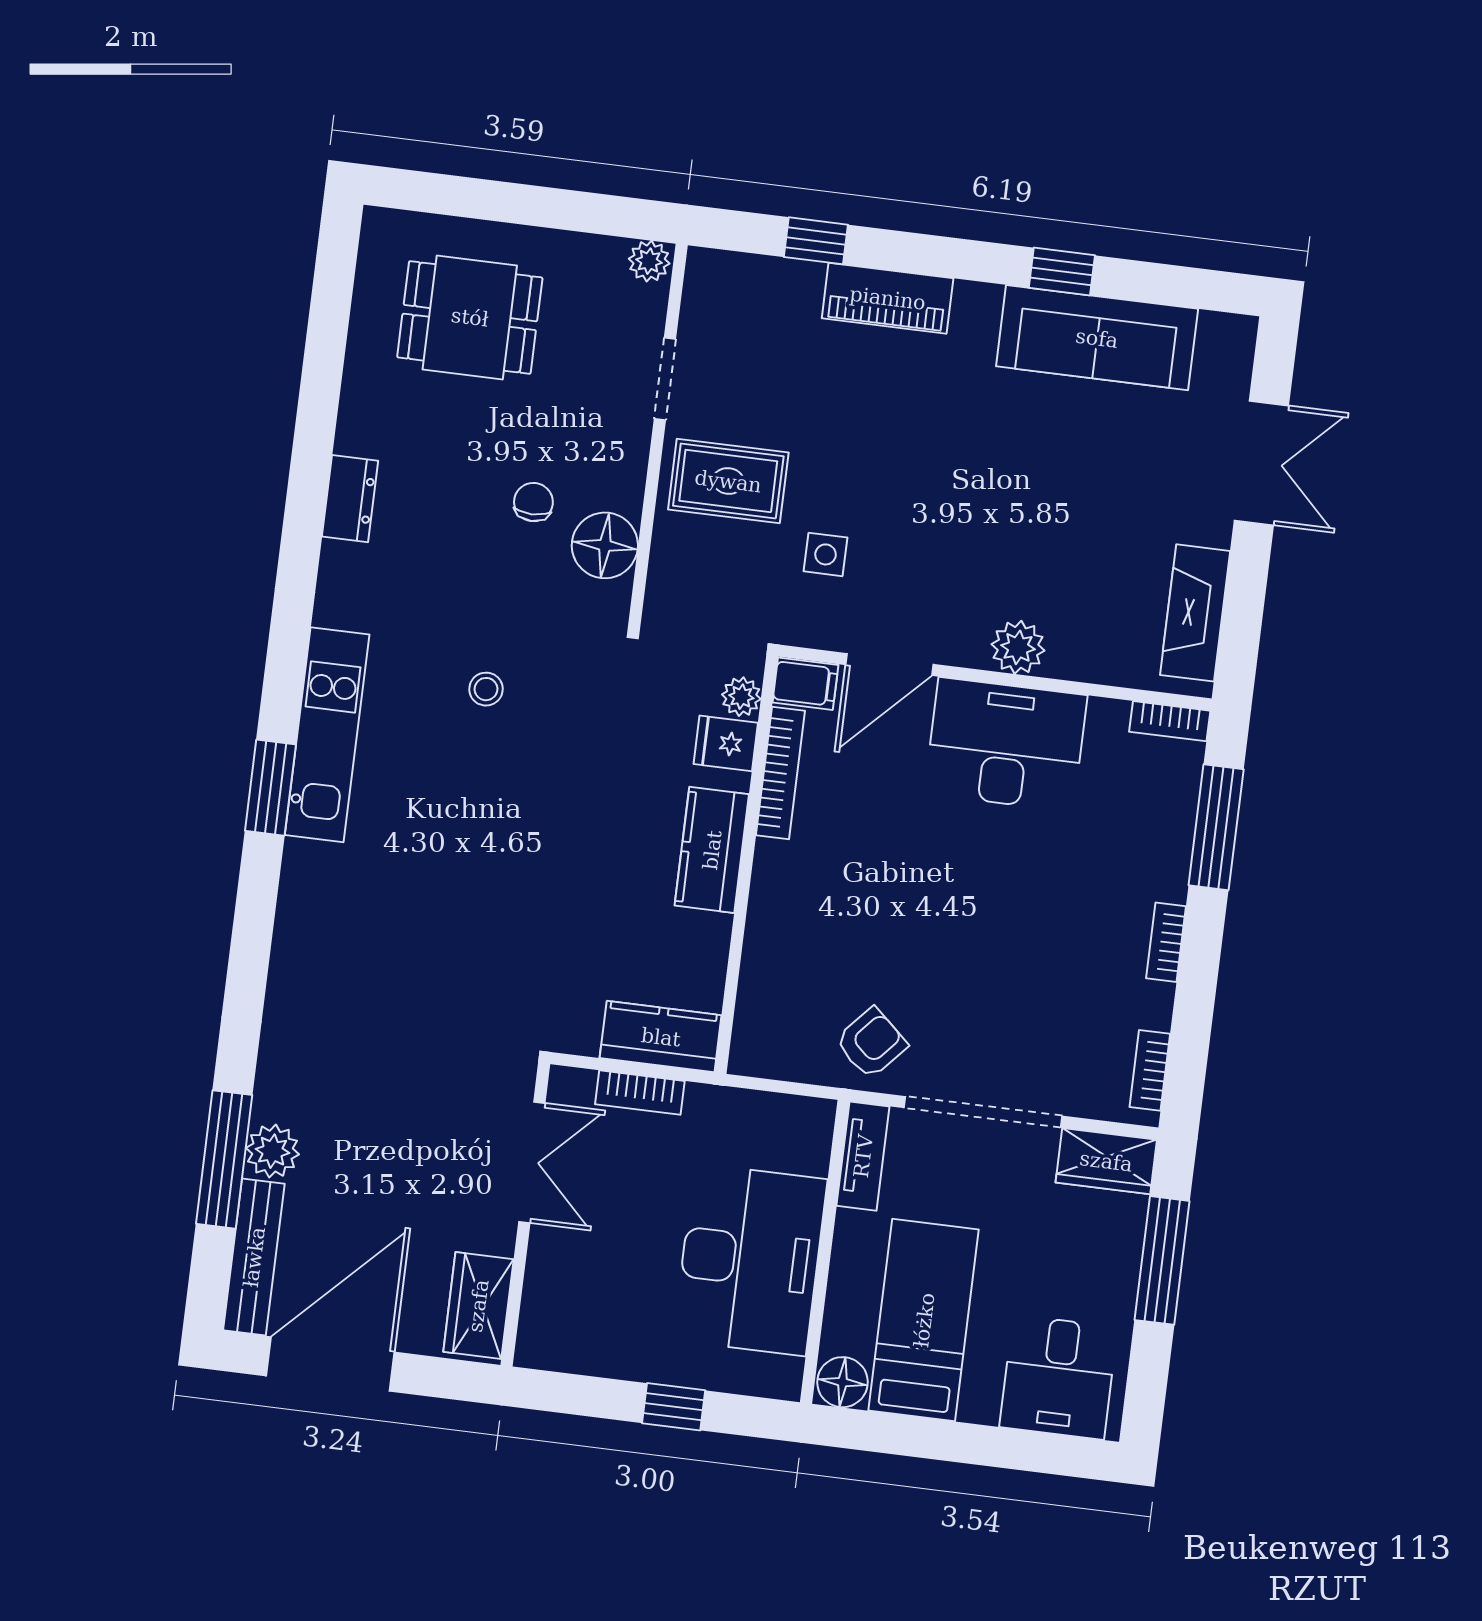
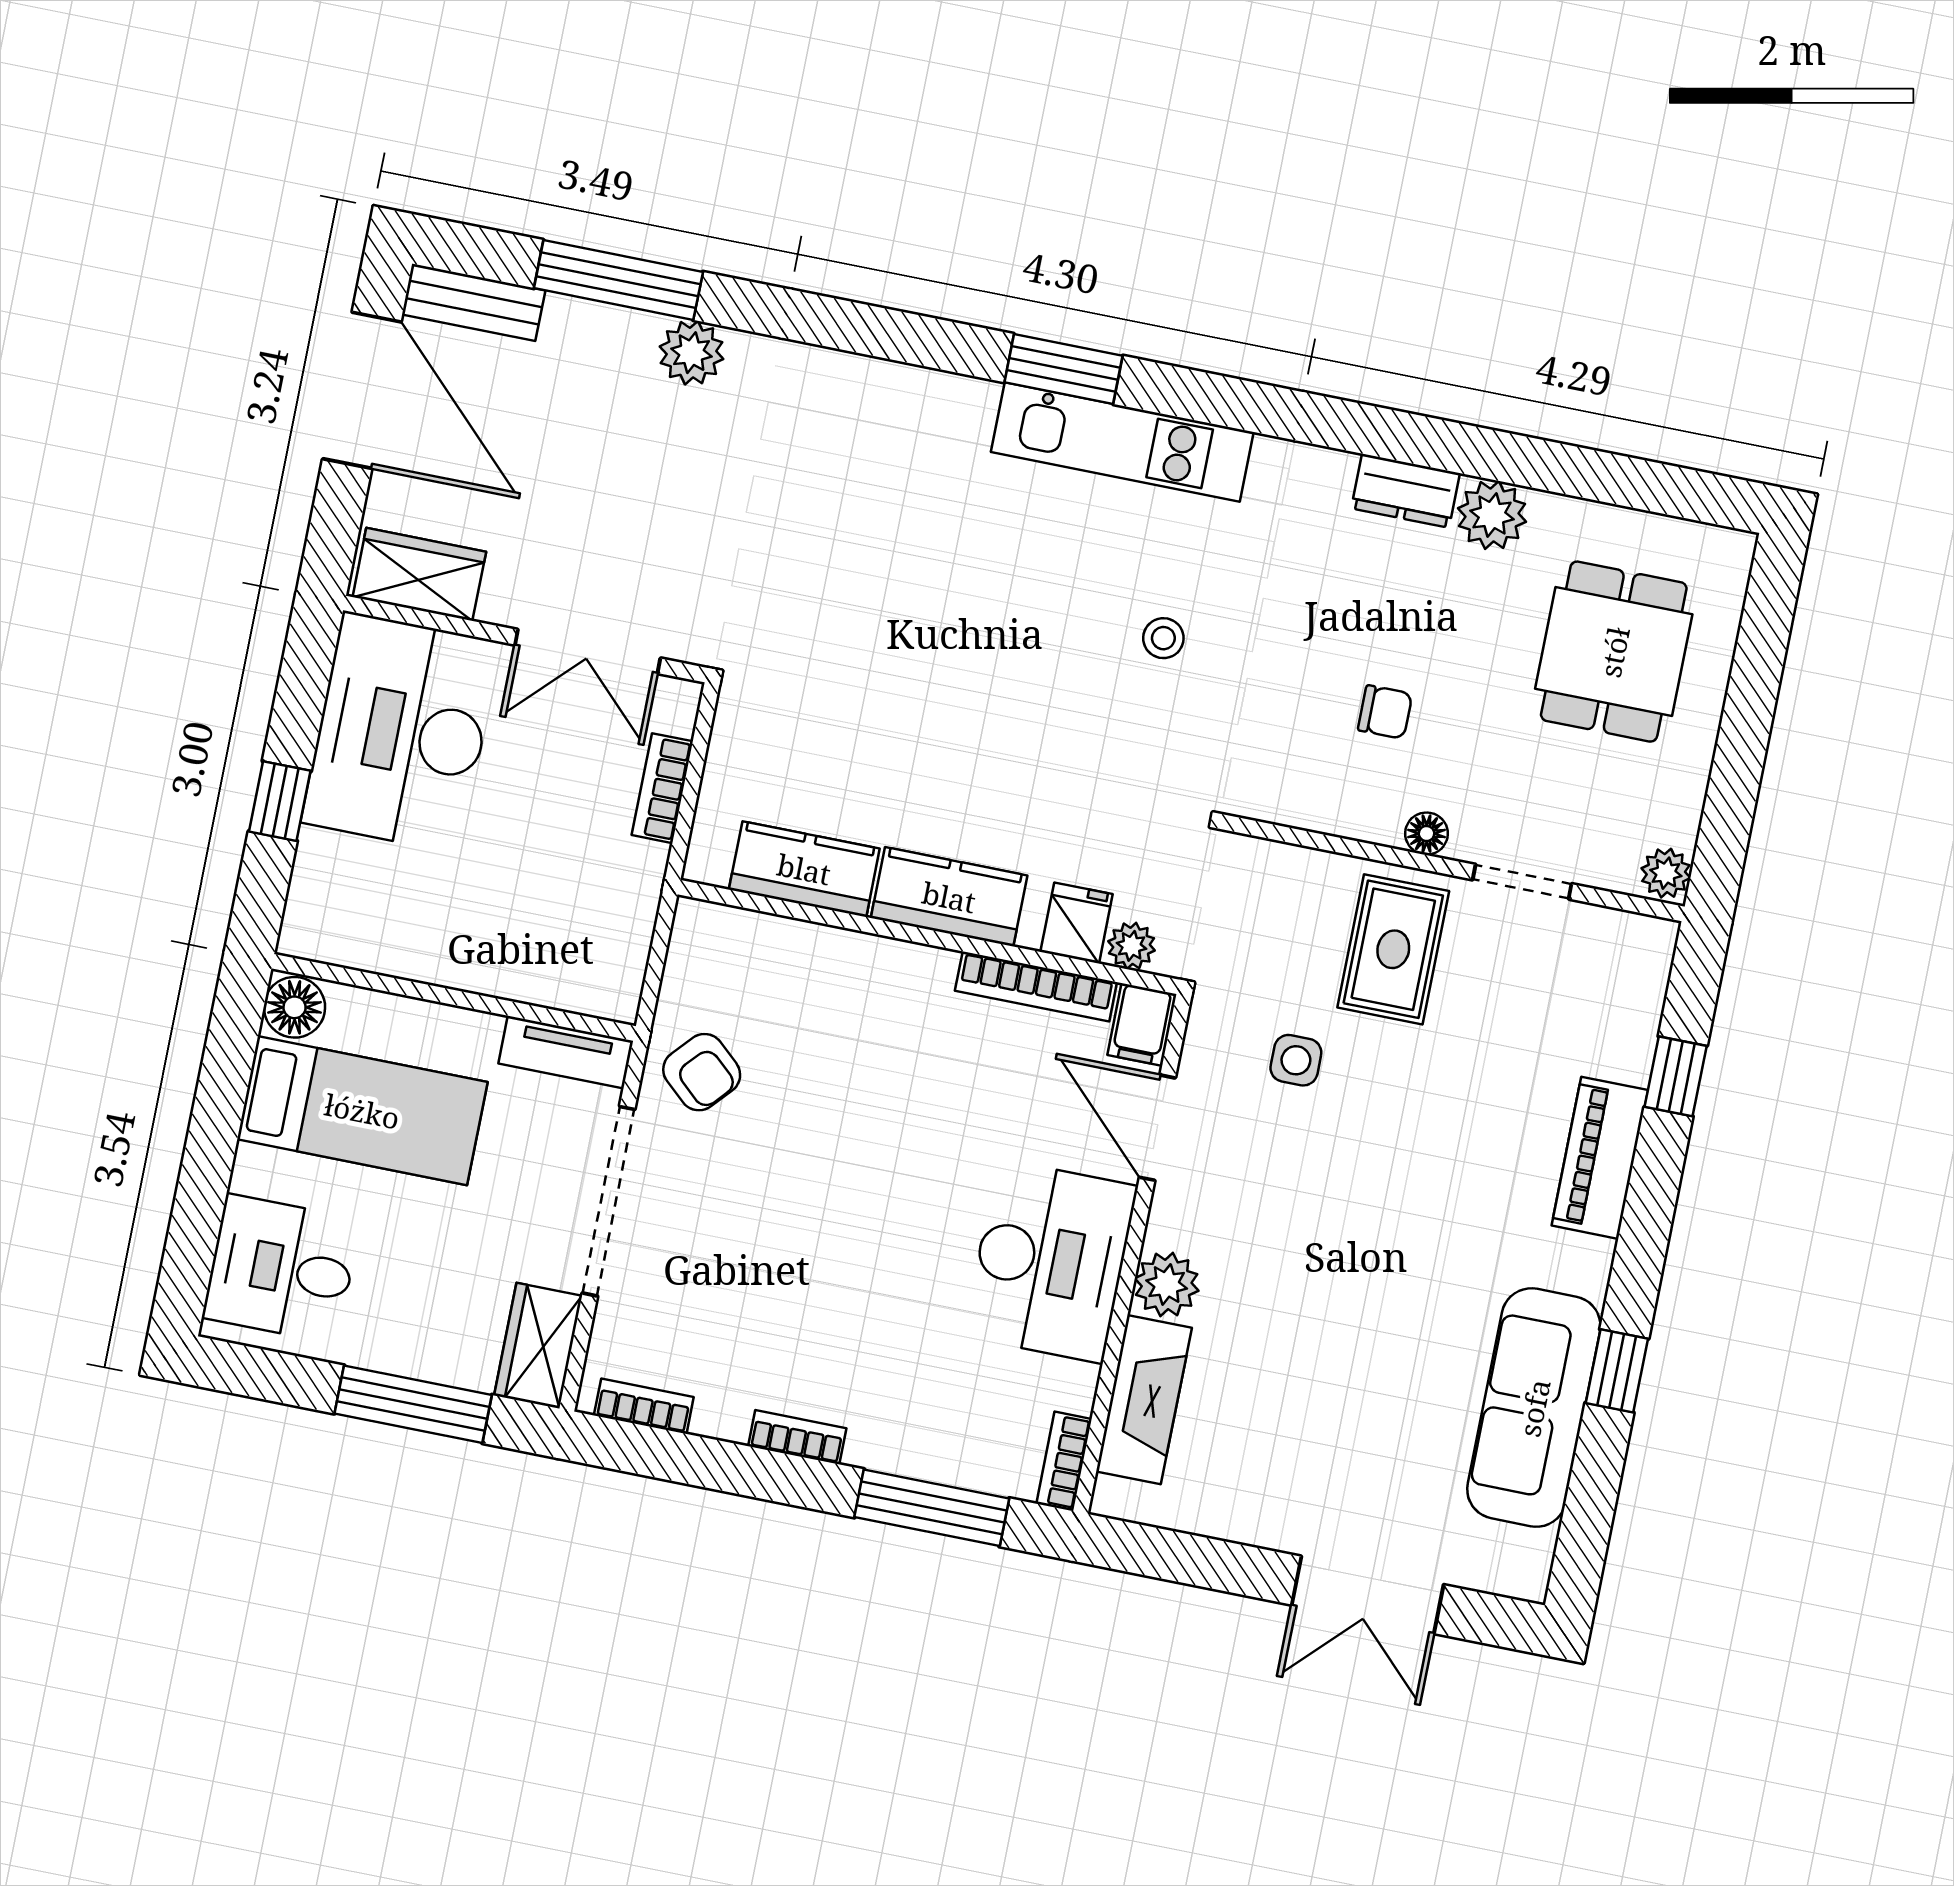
plant: (365, 426) -> (1492, 515), added
floor lamp: (605, 545) -> (1427, 834), moved, width x0.53, depth x0.53
fireplace: (1195, 613) -> (1144, 1400), moved, turned 90
kitchen counter: (661, 1037) -> (804, 869), moved, turned -90
plant: (272, 1151) -> (692, 353), moved
bench: (254, 1257) -> (474, 302), width x0.73
desk: (750, 1260) -> (401, 732), moved, turned 90

